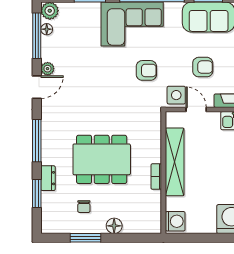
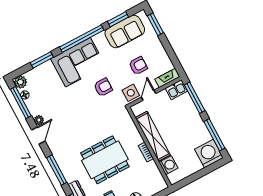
door: (196, 109) -> (149, 95), hinge flipped
washing machine: (175, 221) -> (169, 165), moved

